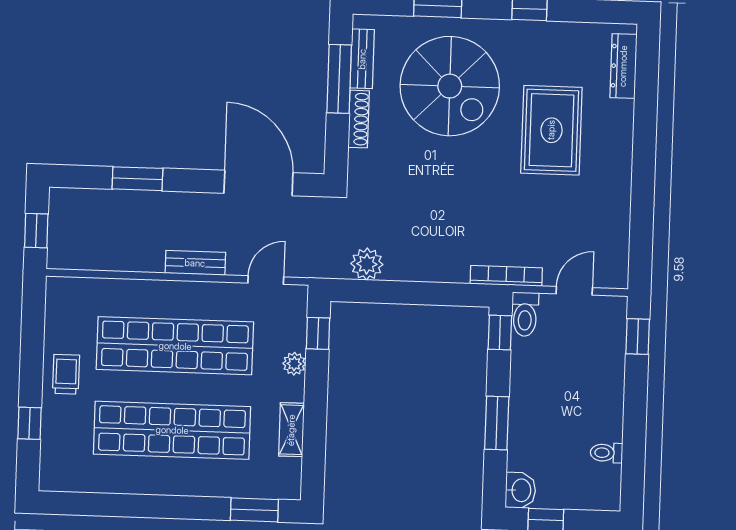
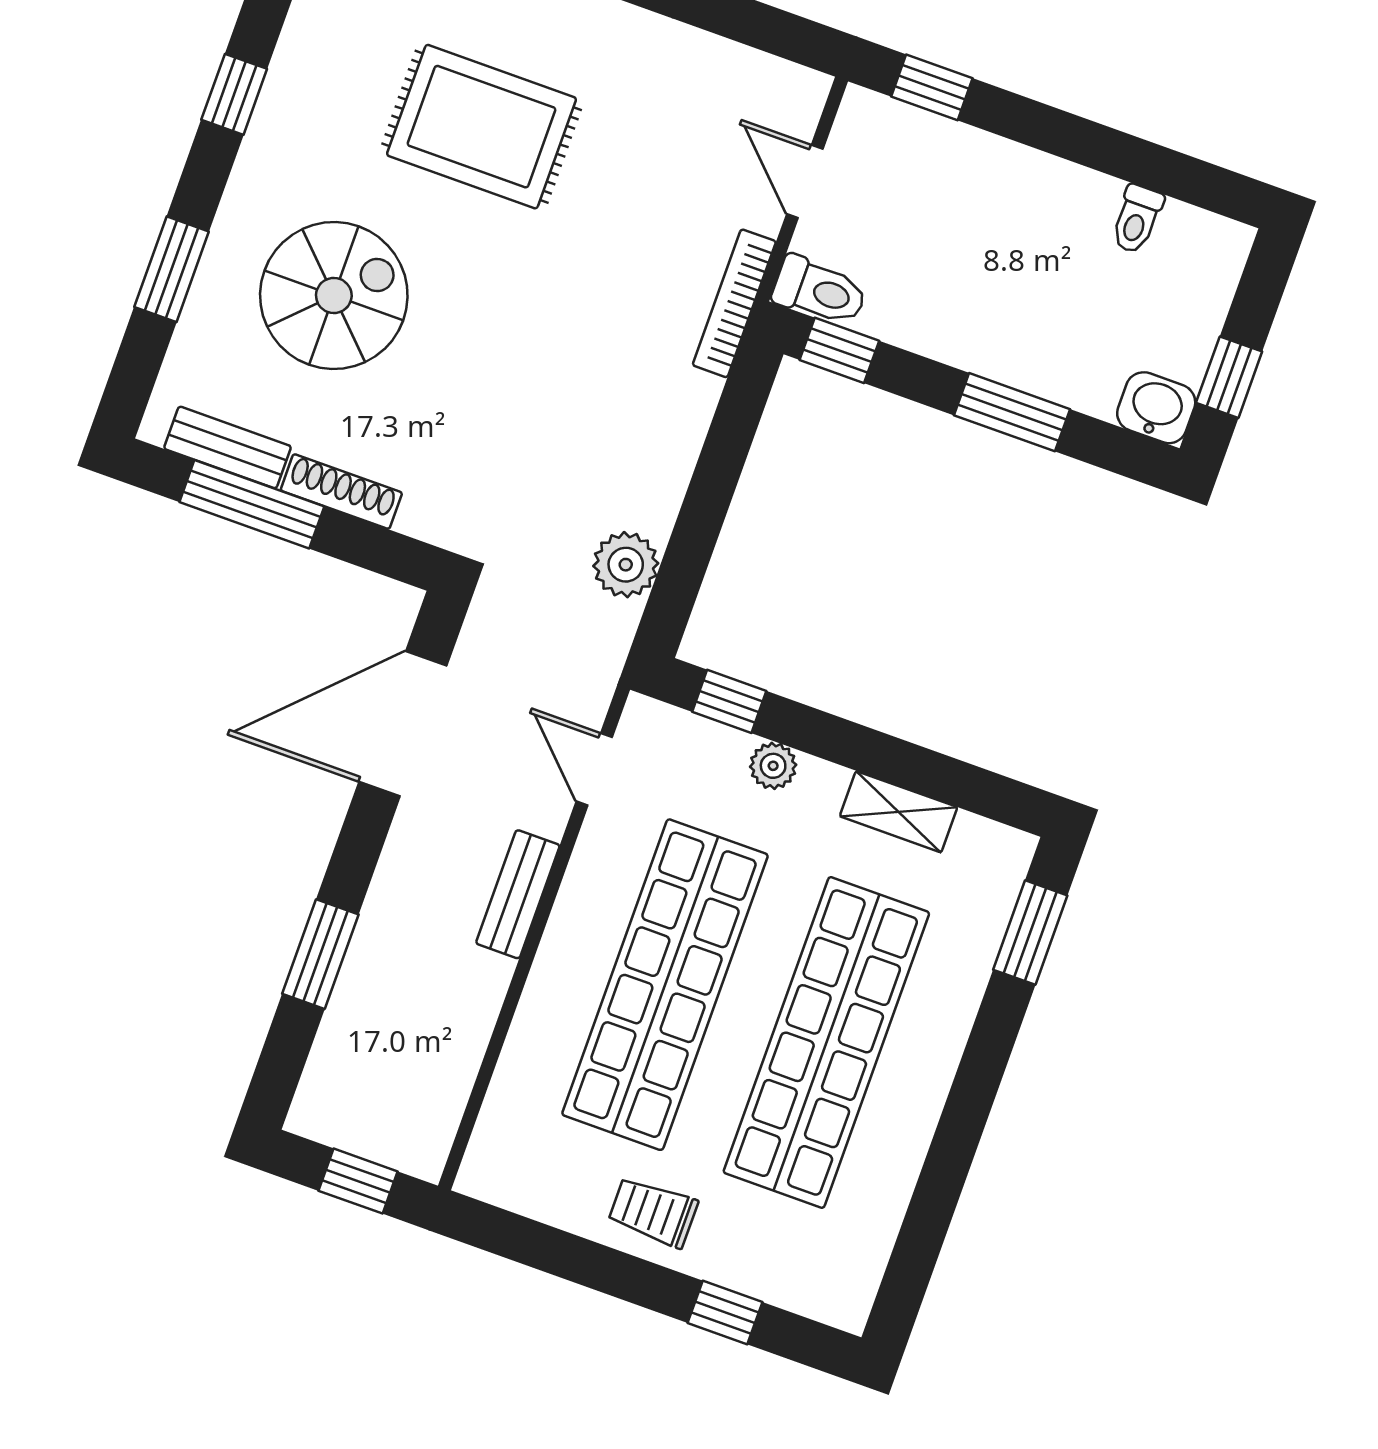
spiral stairs: (450, 86) -> (334, 296), width x0.73, depth x0.73

